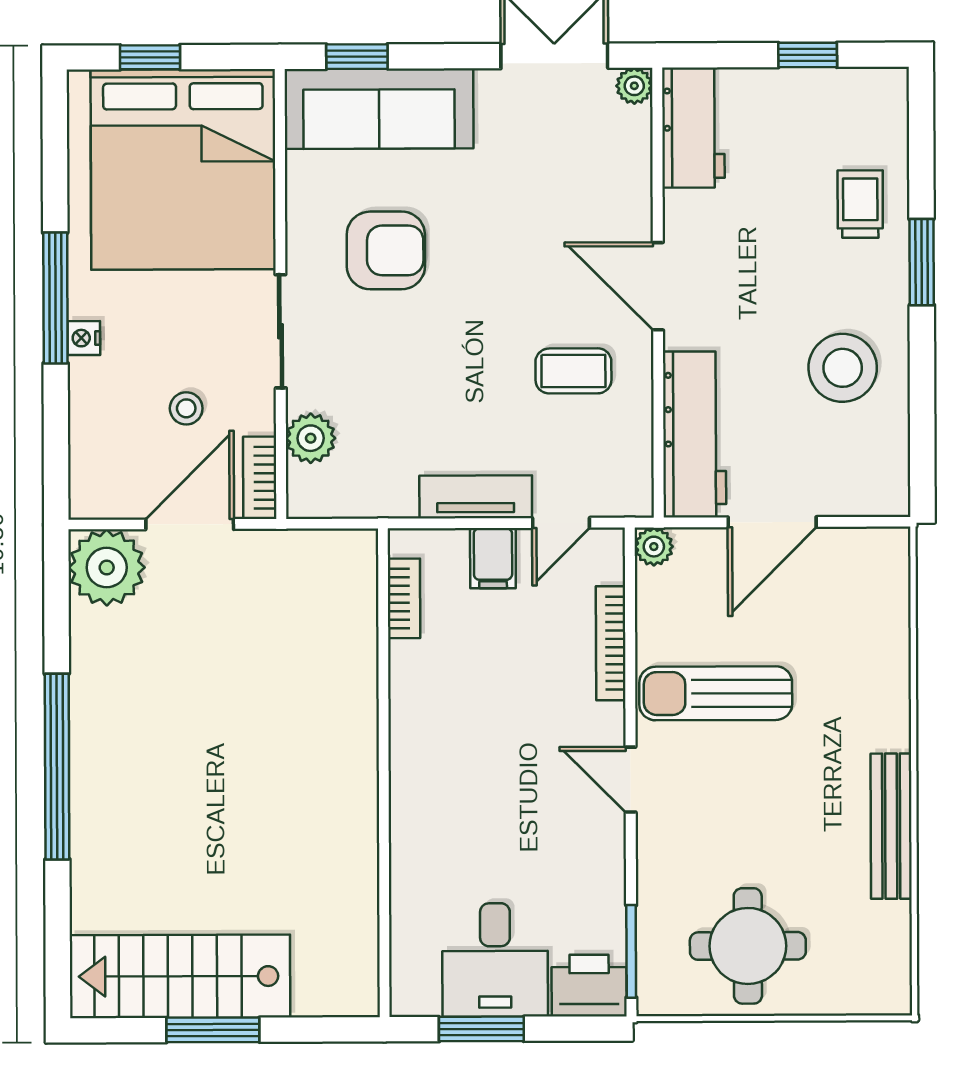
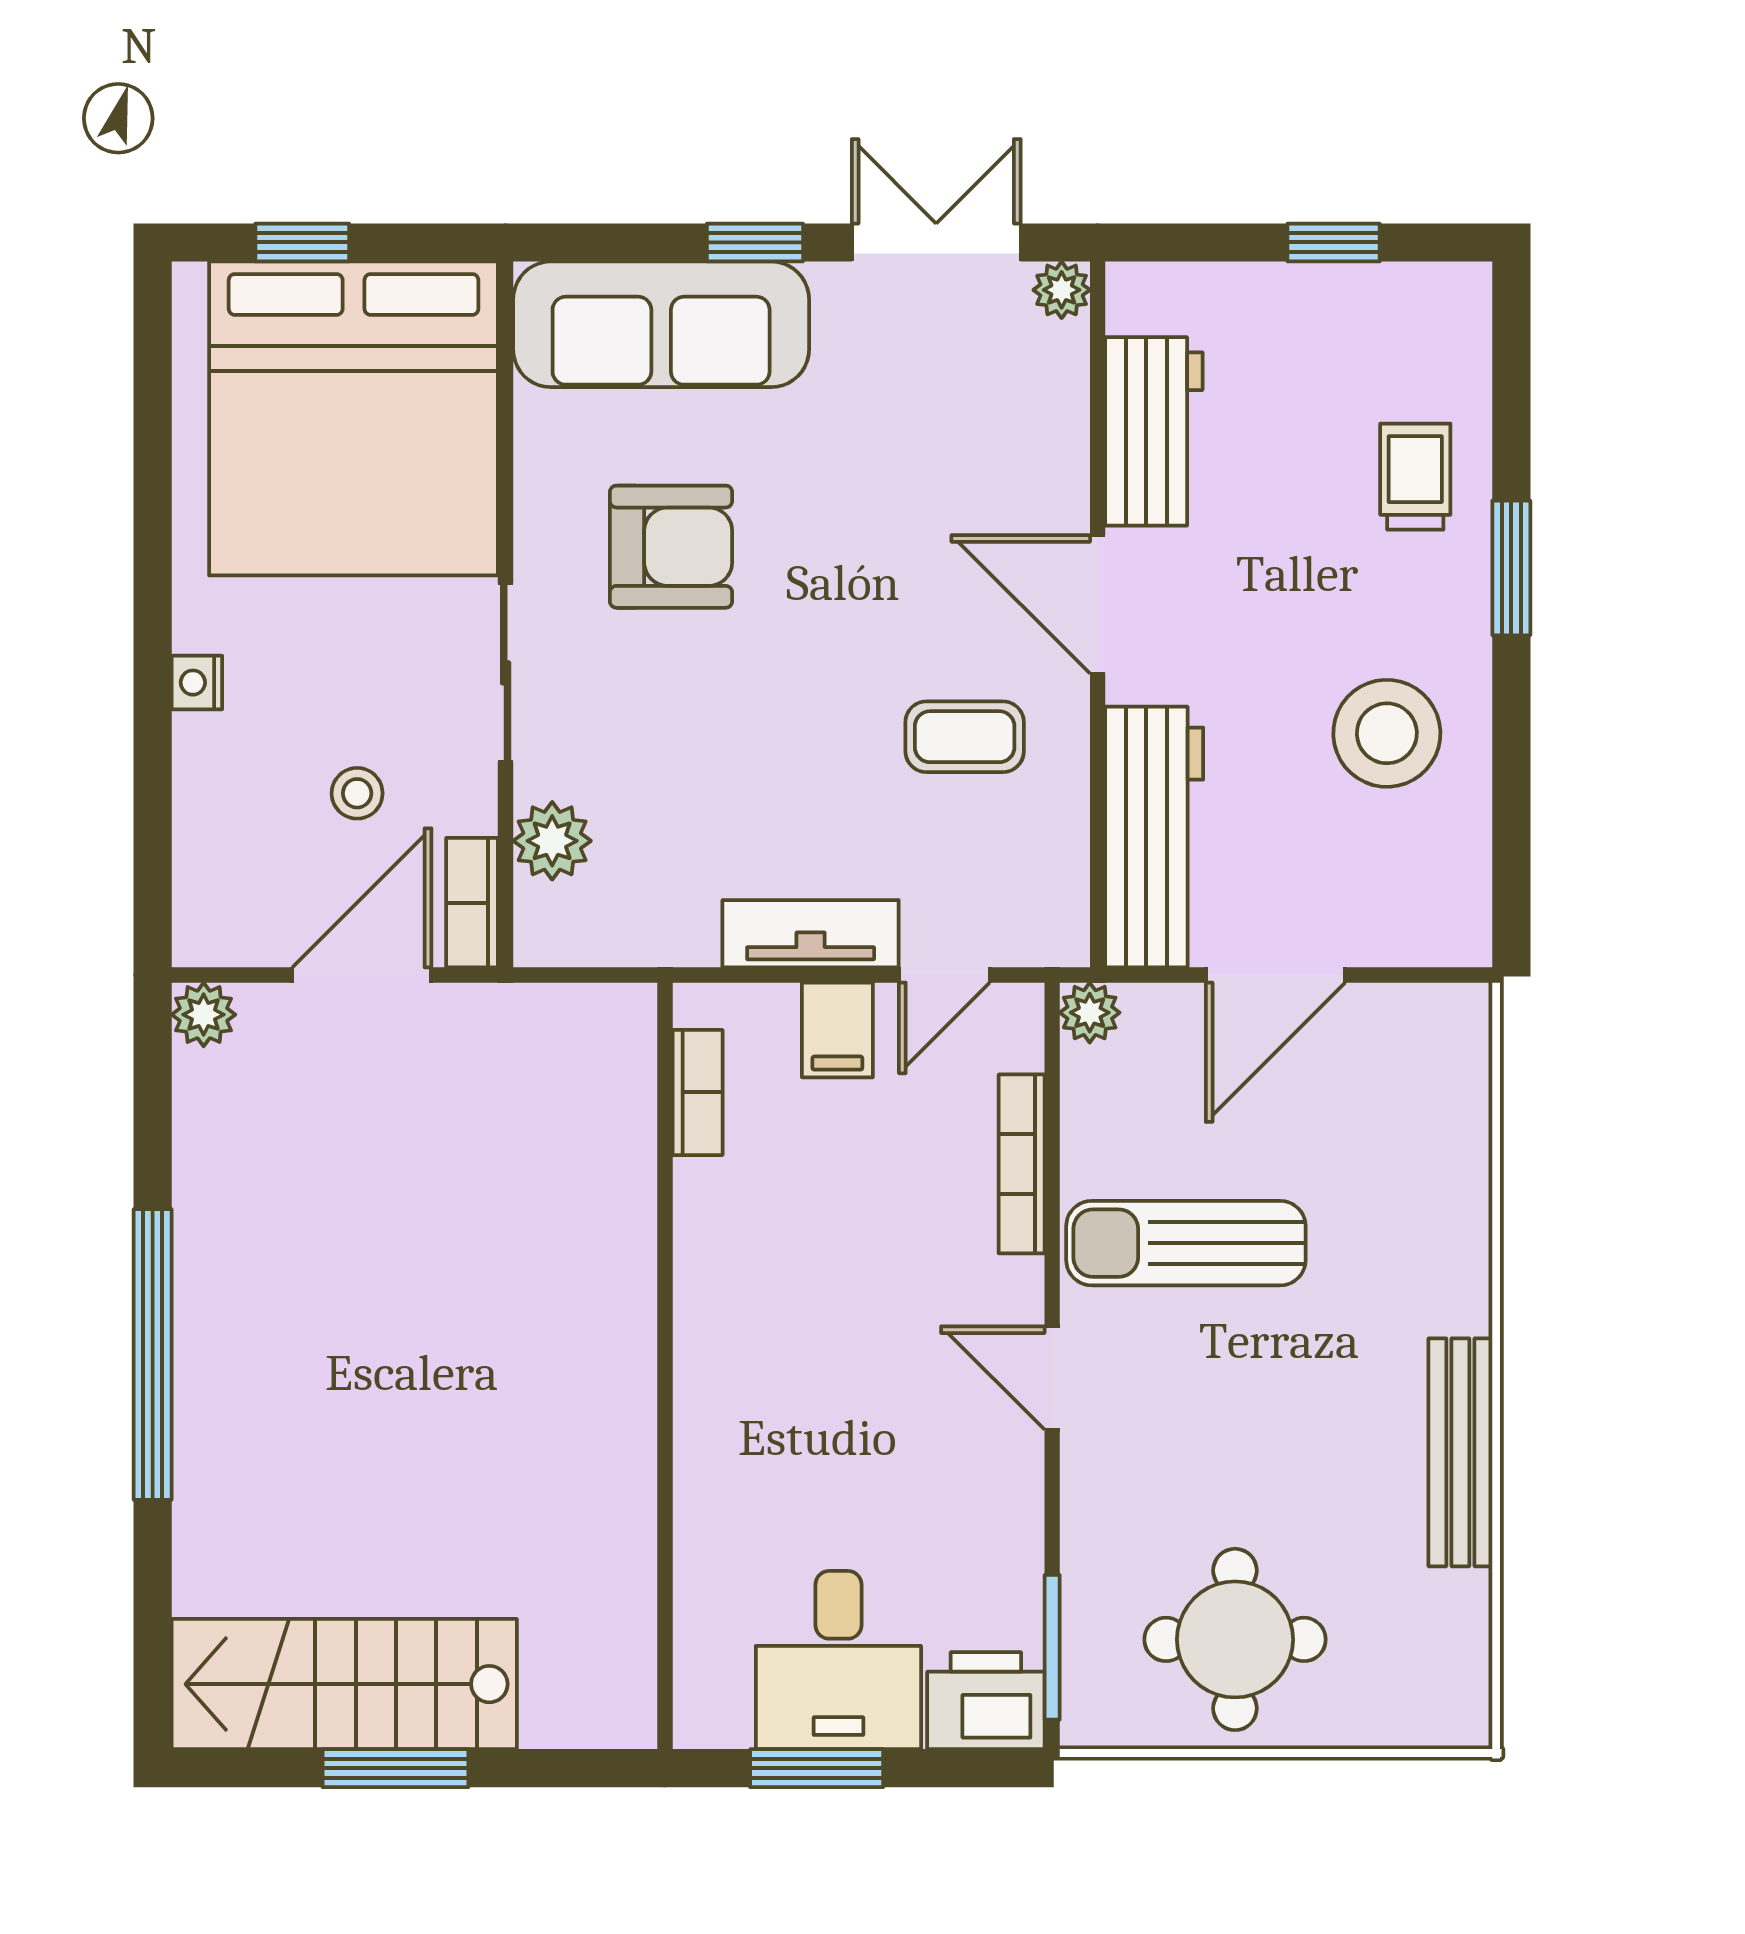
window: (357, 57) -> (755, 242), moved
workbench: (693, 128) -> (1154, 431), moved
window: (55, 298) -> (153, 619), removed
plant: (107, 568) -> (204, 1015), width x0.53, depth x0.53

